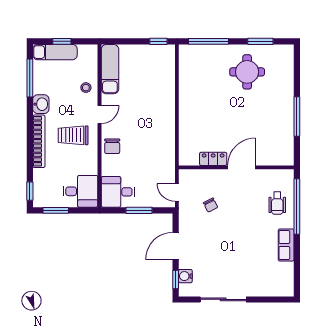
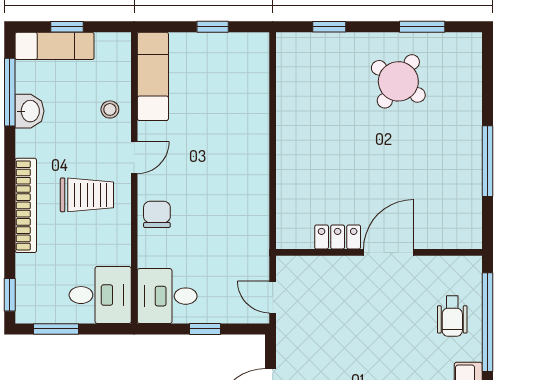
window: (158, 41) -> (213, 27), moved
window: (208, 41) -> (329, 27), width x0.46
round table: (247, 72) -> (398, 81), turned 35
washbasin: (41, 104) -> (29, 111), moved
trolley: (73, 135) -> (87, 195), turned 180
chair: (112, 146) -> (157, 214), turned 180
chair: (211, 205) -> (333, 320), removed
window: (139, 210) -> (205, 329), width x0.67

